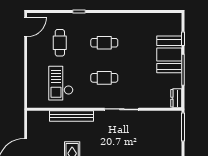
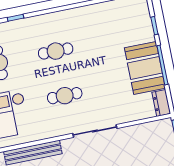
booth: (169, 54) -> (145, 68), moved

